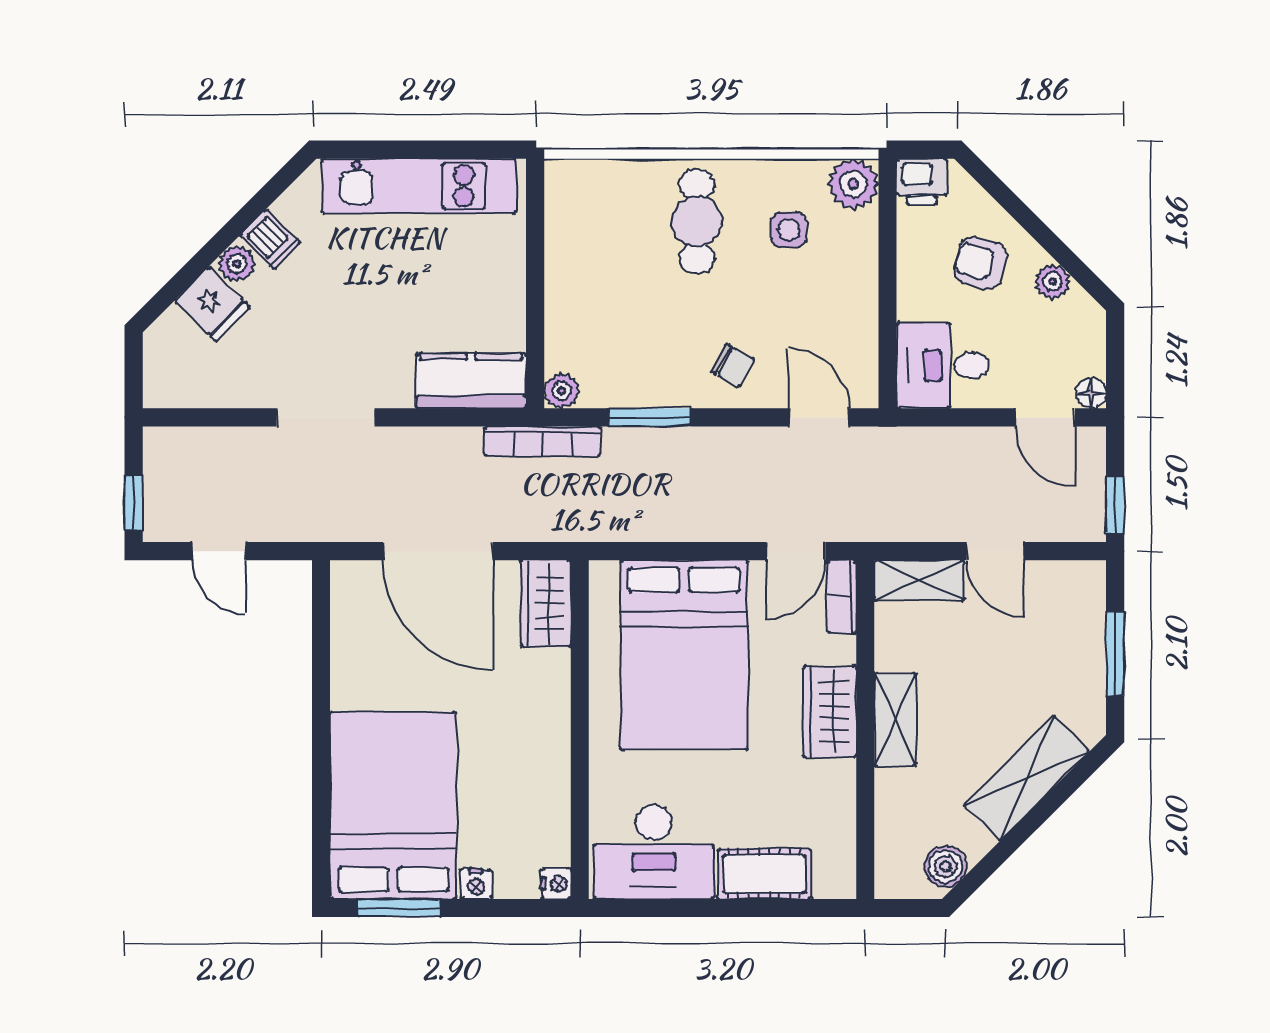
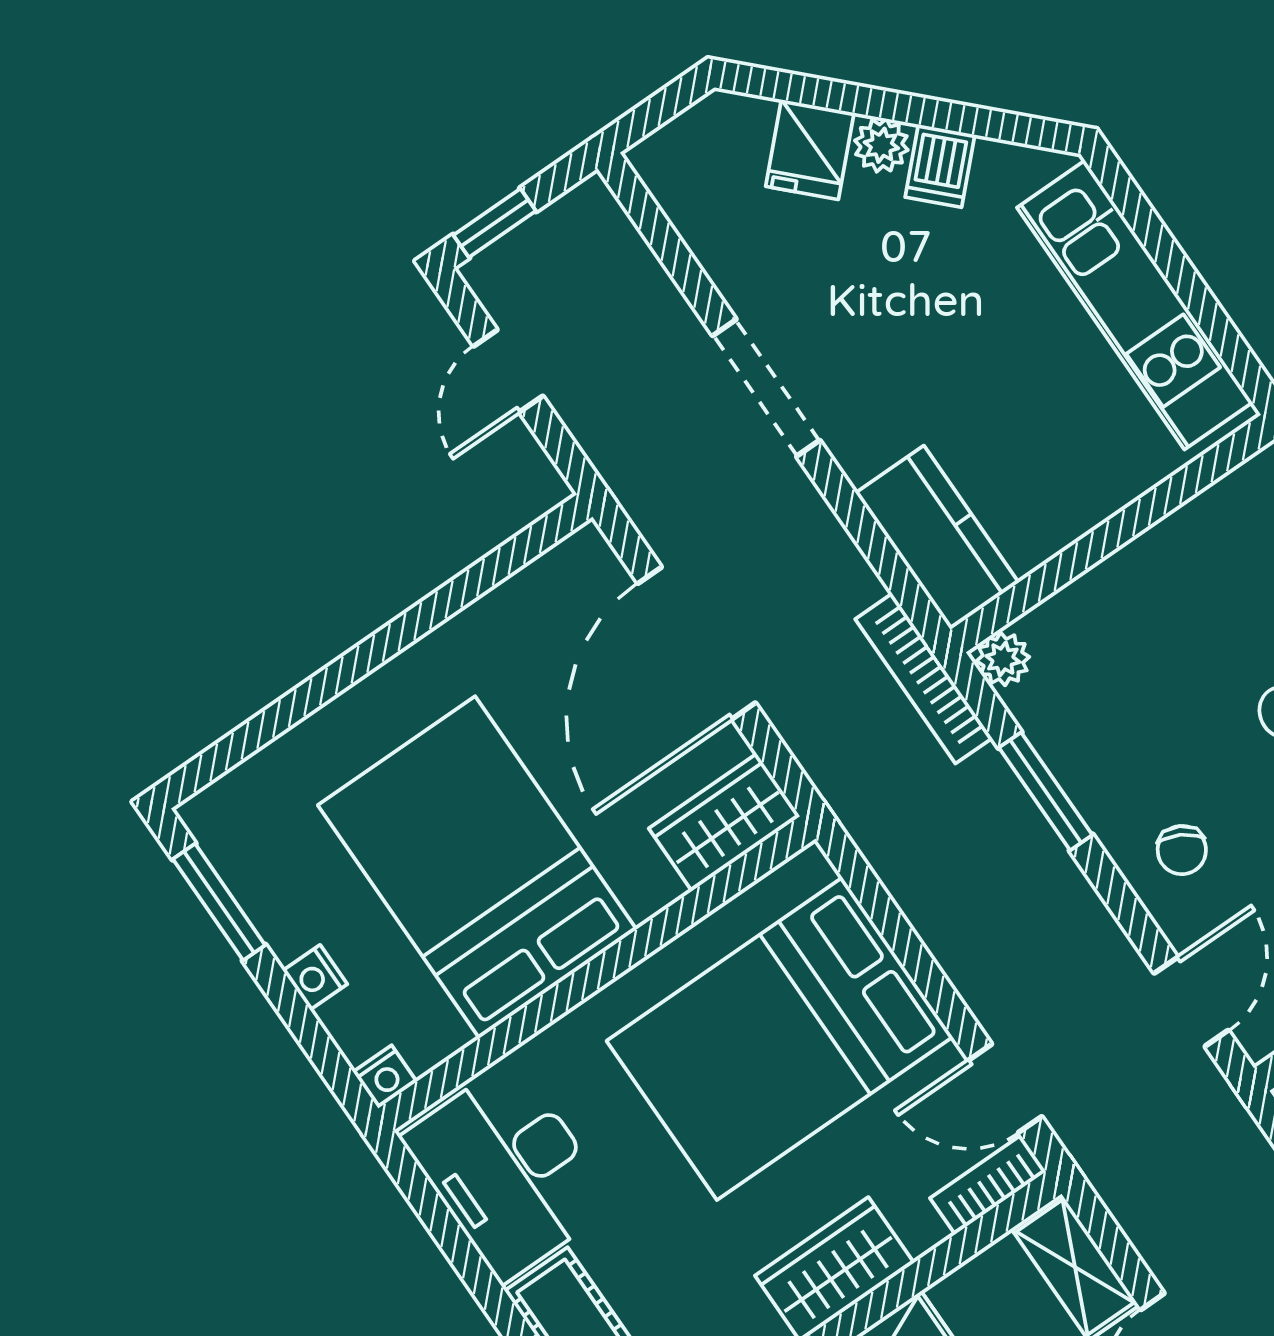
bed: (393, 805) -> (477, 867), moved, turned -90

